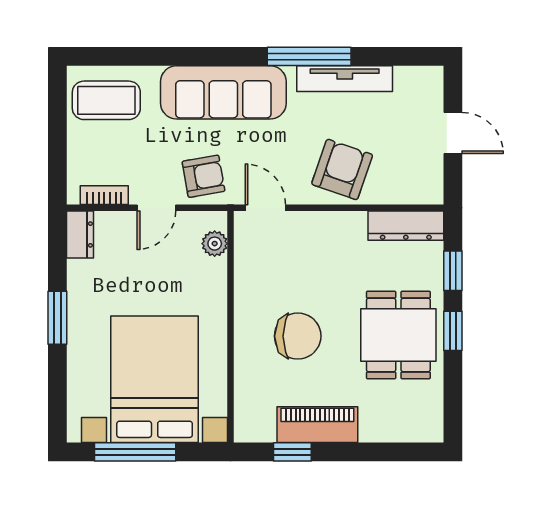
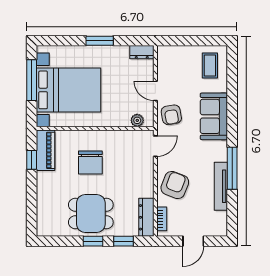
sofa: (223, 92) -> (214, 116), width x0.73
coffee table: (106, 100) -> (210, 65), width x0.73, depth x0.77
armchair: (342, 169) -> (175, 185), turned -88
bookcase: (104, 195) -> (162, 219), moved
piano: (317, 425) -> (45, 150), moved

